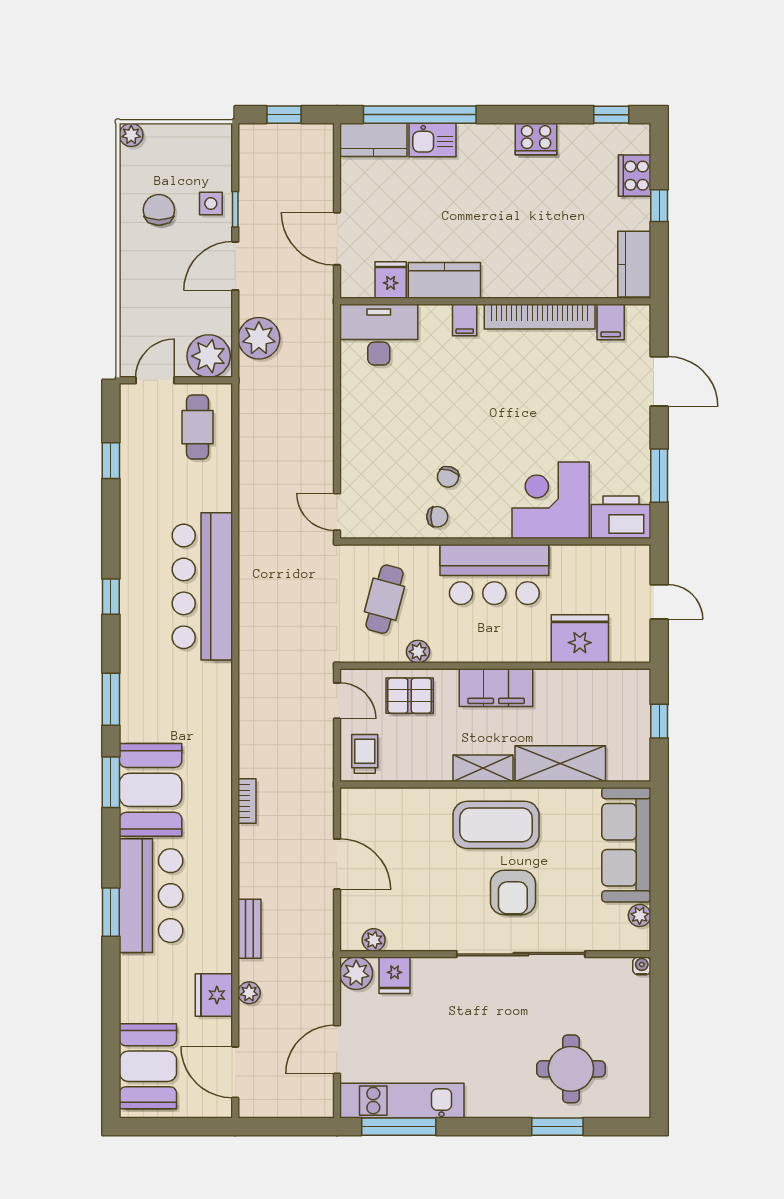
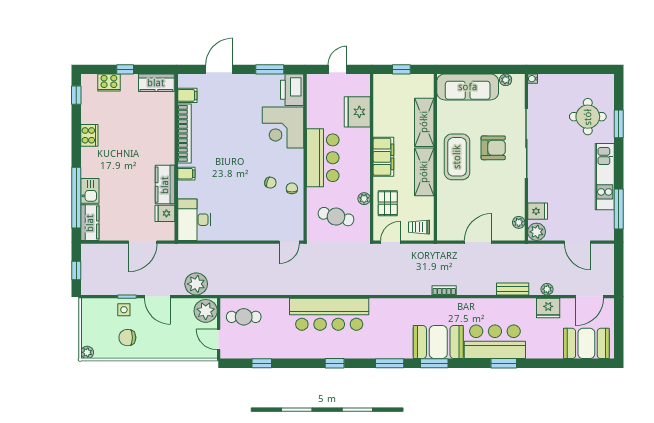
shelving: (483, 768) -> (424, 172), width x1.50, depth x1.33
kitchen unit: (402, 1101) -> (605, 177), moved

